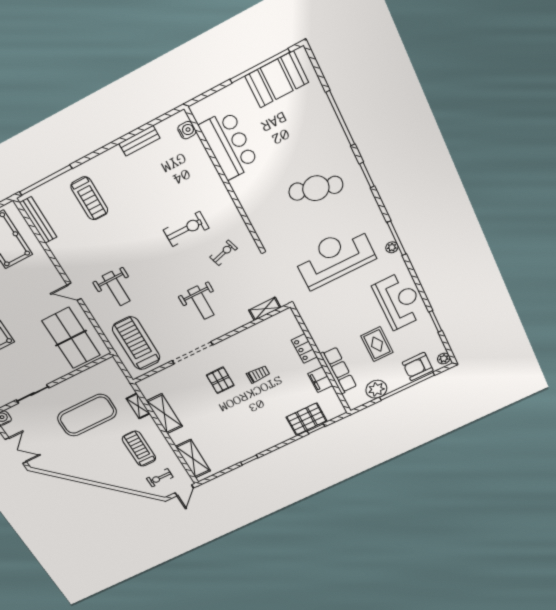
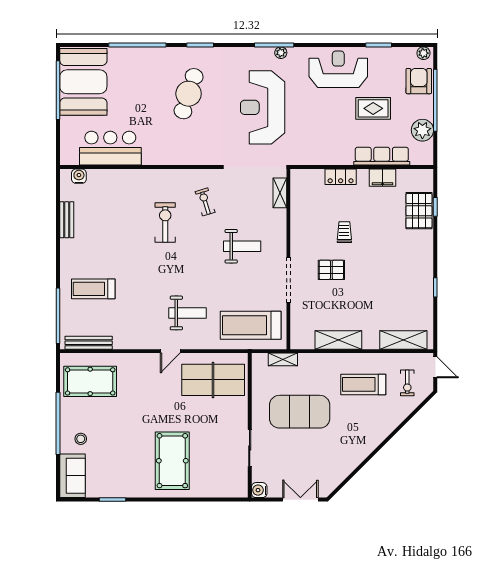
booth: (277, 79) -> (83, 82), width x1.36, depth x1.42
treadmill: (89, 198) -> (93, 289), turned 180
armchair: (418, 367) -> (419, 81), turned 180
shelving: (138, 406) -> (283, 359), moved
exercise mat: (87, 415) -> (300, 412), turned 90

